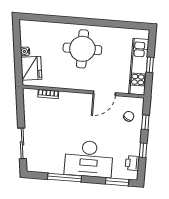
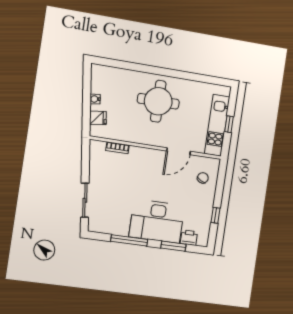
fridge: (31, 68) -> (98, 118), width x0.53, depth x0.75
window: (145, 122) -> (220, 185), removed
printer: (132, 163) -> (189, 238), moved, turned 90
window: (117, 182) -> (173, 246), moved

